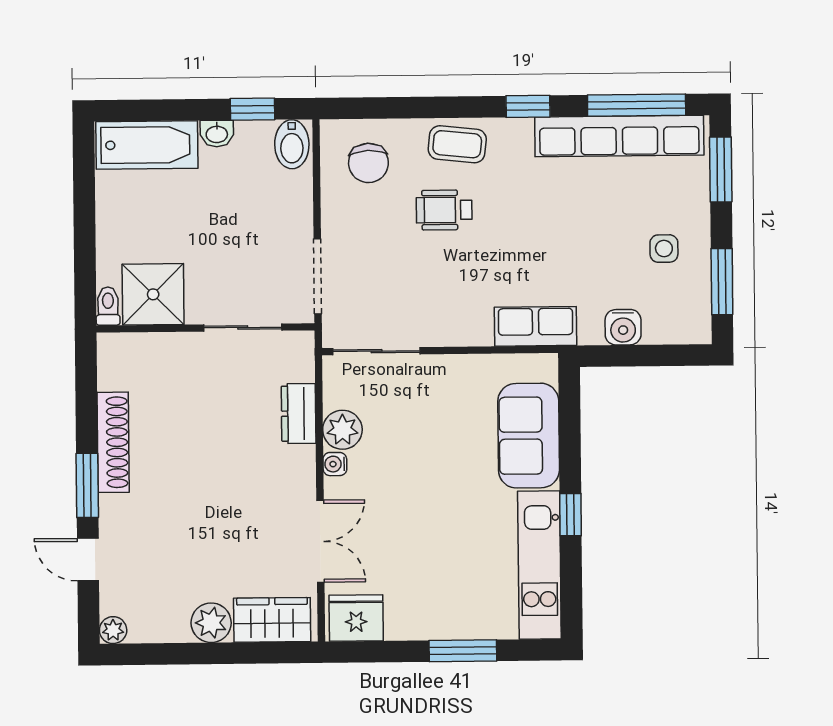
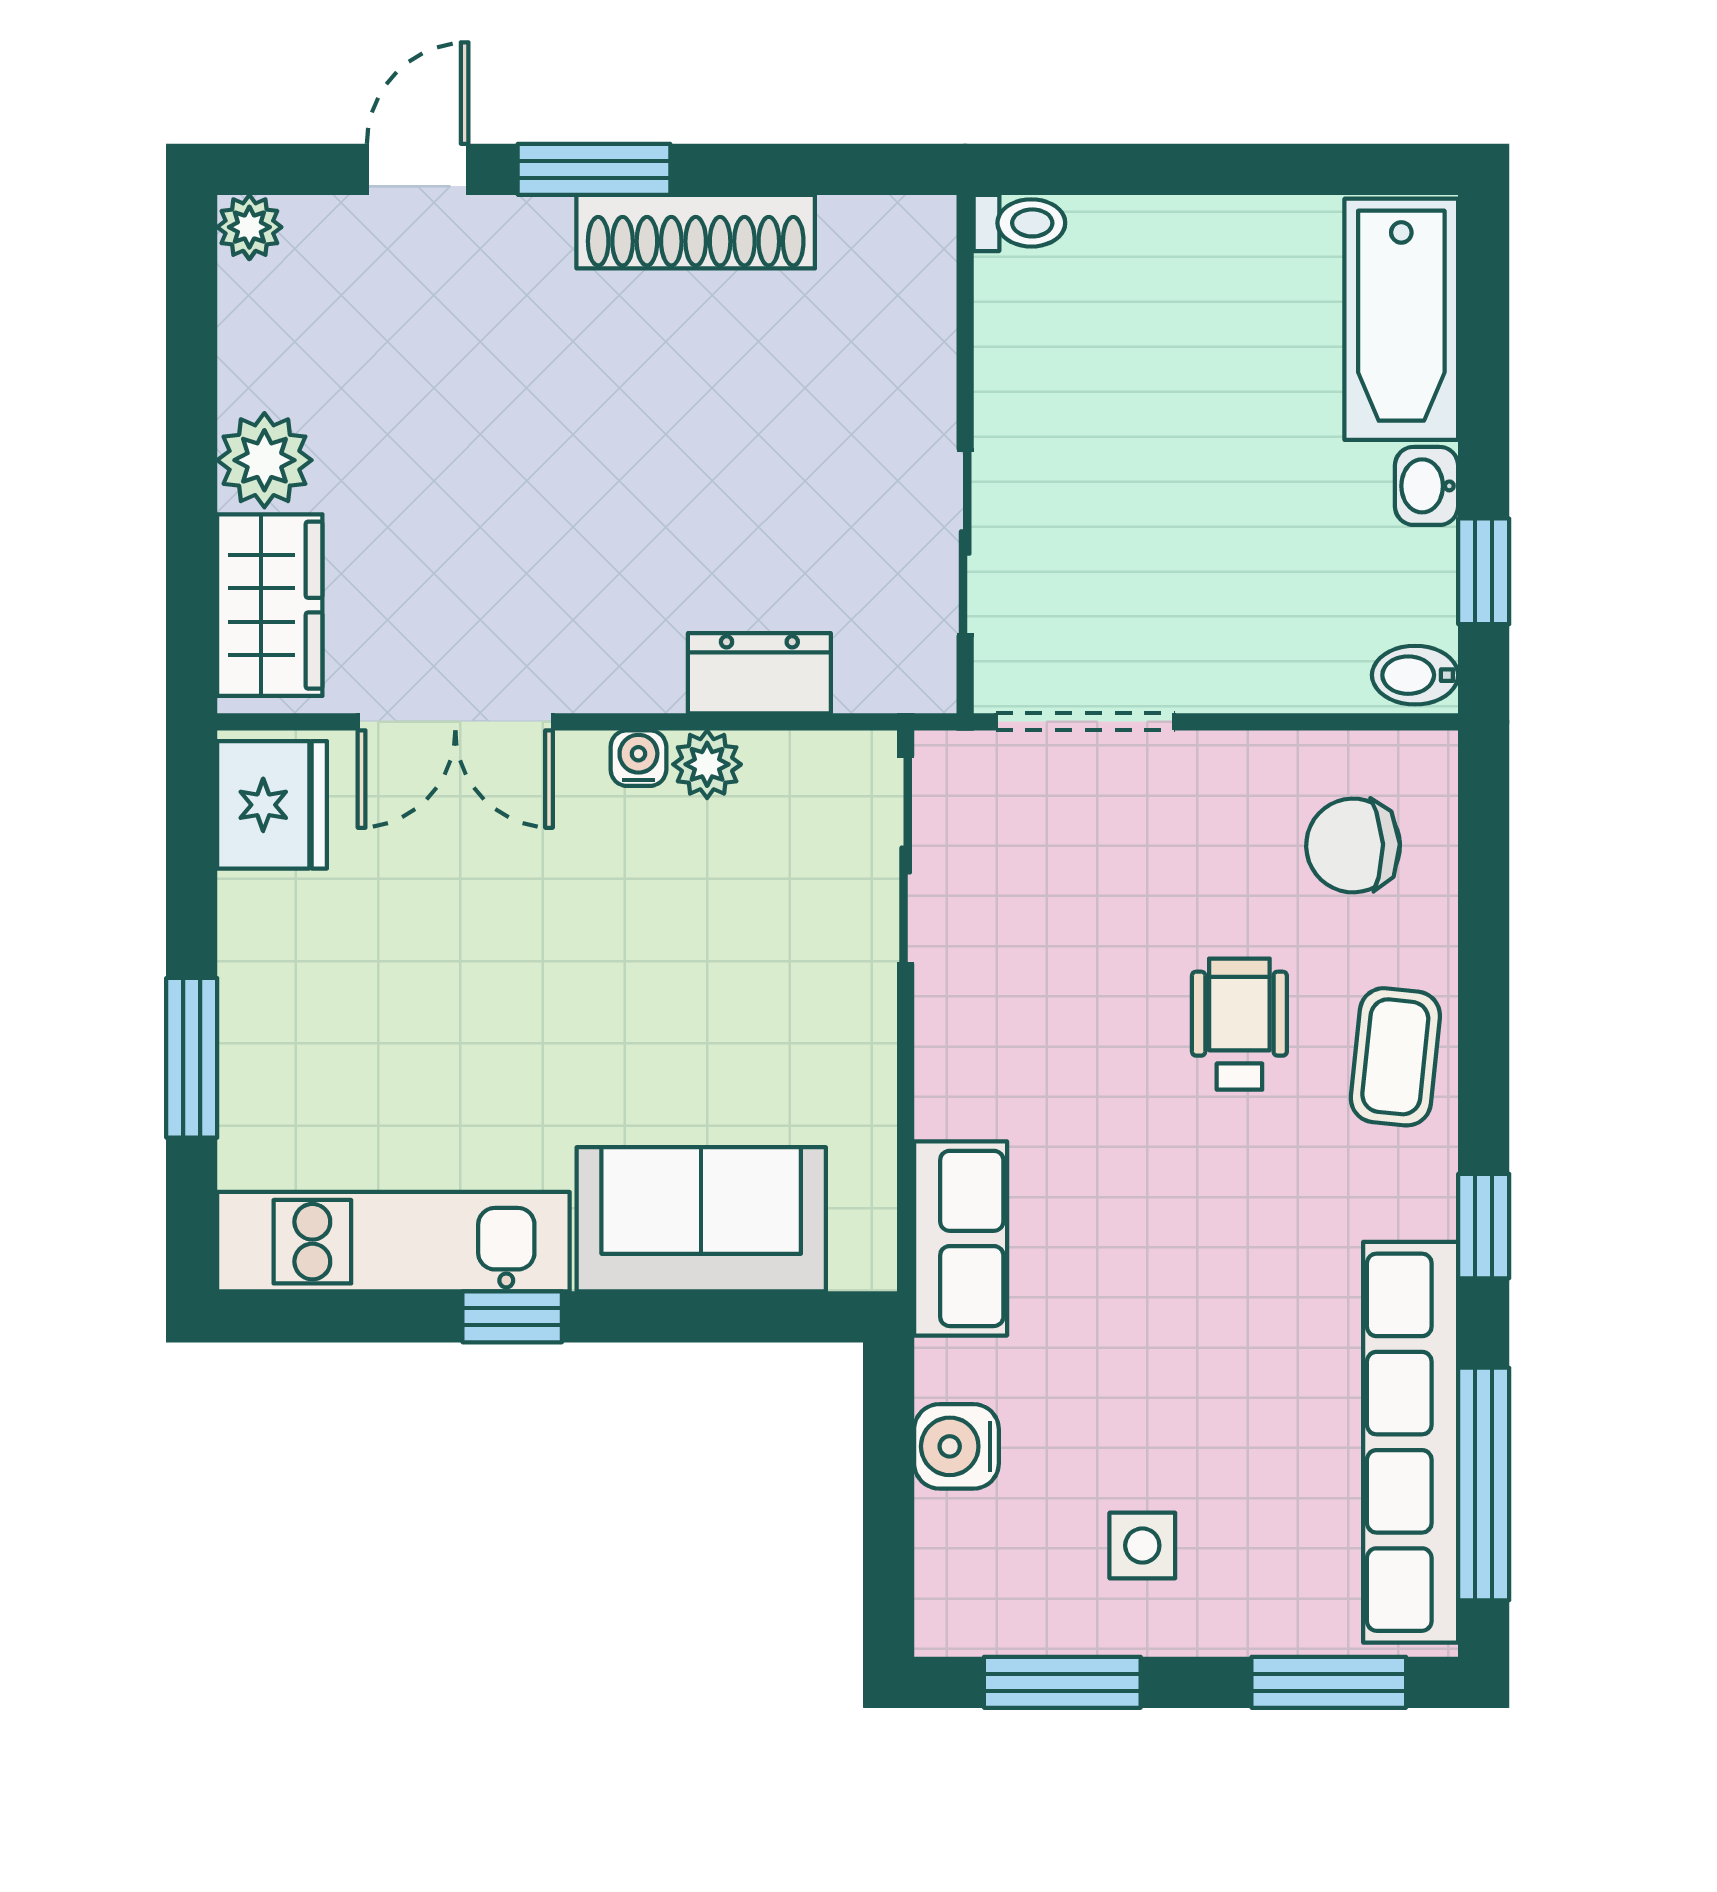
bidet: (292, 144) -> (1415, 675), width x0.72, depth x0.74
shower: (153, 294) -> (1046, 330), removed
plant: (342, 430) -> (707, 764), width x0.73, depth x0.73

